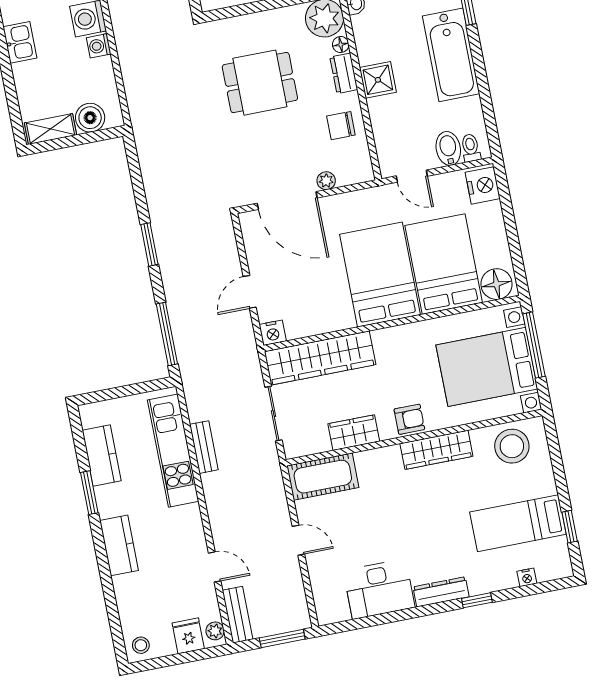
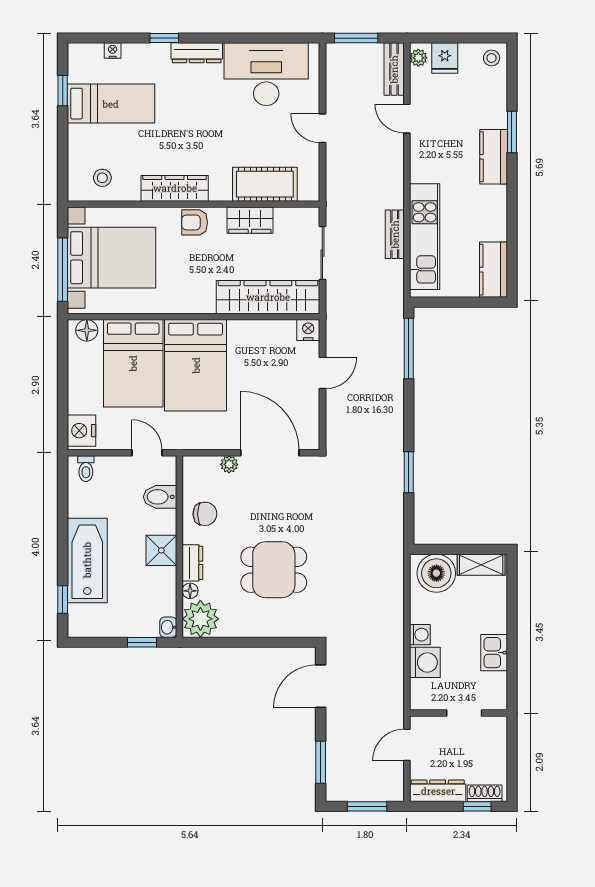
boiler: (90, 118) -> (436, 573), width x1.37, depth x1.37
bidet: (448, 148) -> (160, 497), moved, turned 90
window: (149, 244) -> (409, 472), moved
floor lamp: (497, 284) -> (87, 330), width x0.73, depth x0.73
stool: (512, 446) -> (102, 178), width x0.53, depth x0.53
kitchen counter: (102, 456) -> (493, 270), moved
cot: (323, 477) -> (265, 184), moved
window: (89, 493) -> (512, 132), moved
desk: (379, 589) -> (266, 74), width x1.36, depth x1.30

